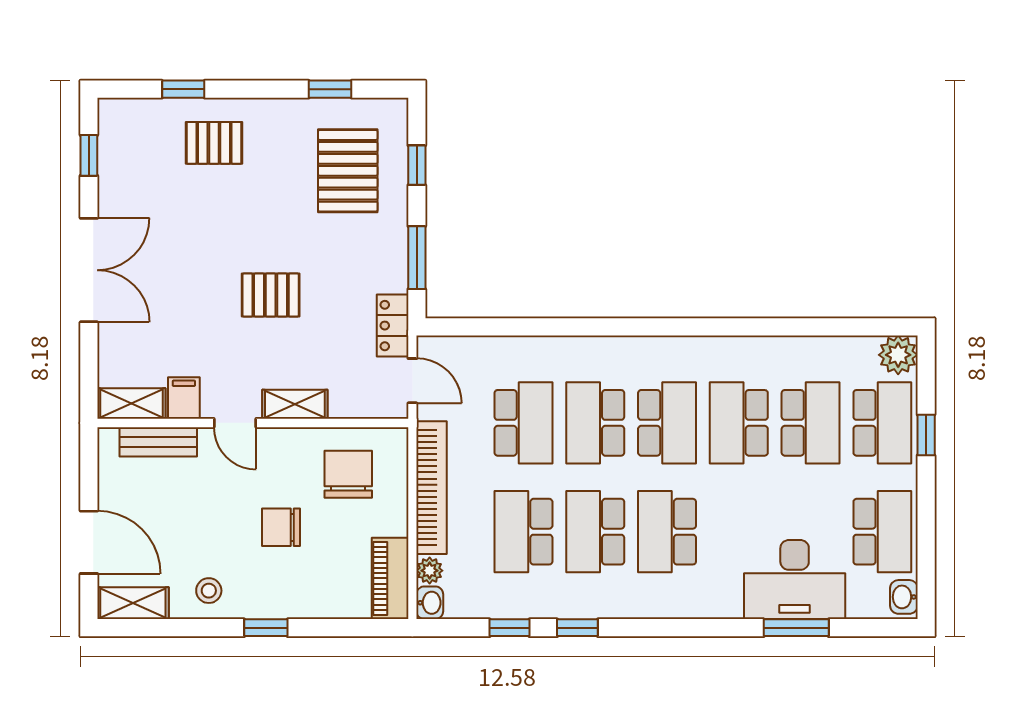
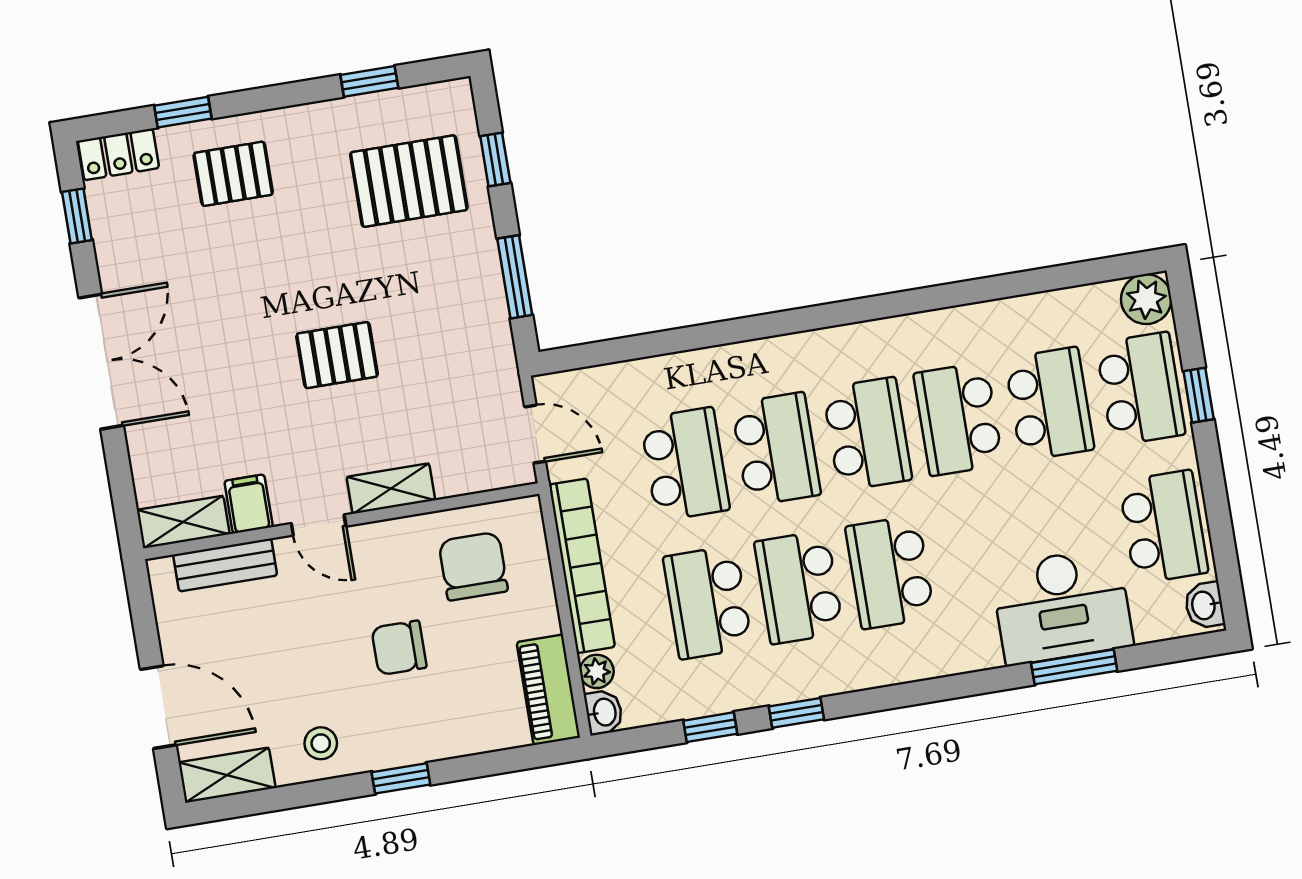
pallet: (348, 171) -> (409, 181), turned 90
locker: (393, 326) -> (118, 154), moved, turned -90
school desk: (595, 423) -> (776, 449), turned 180

